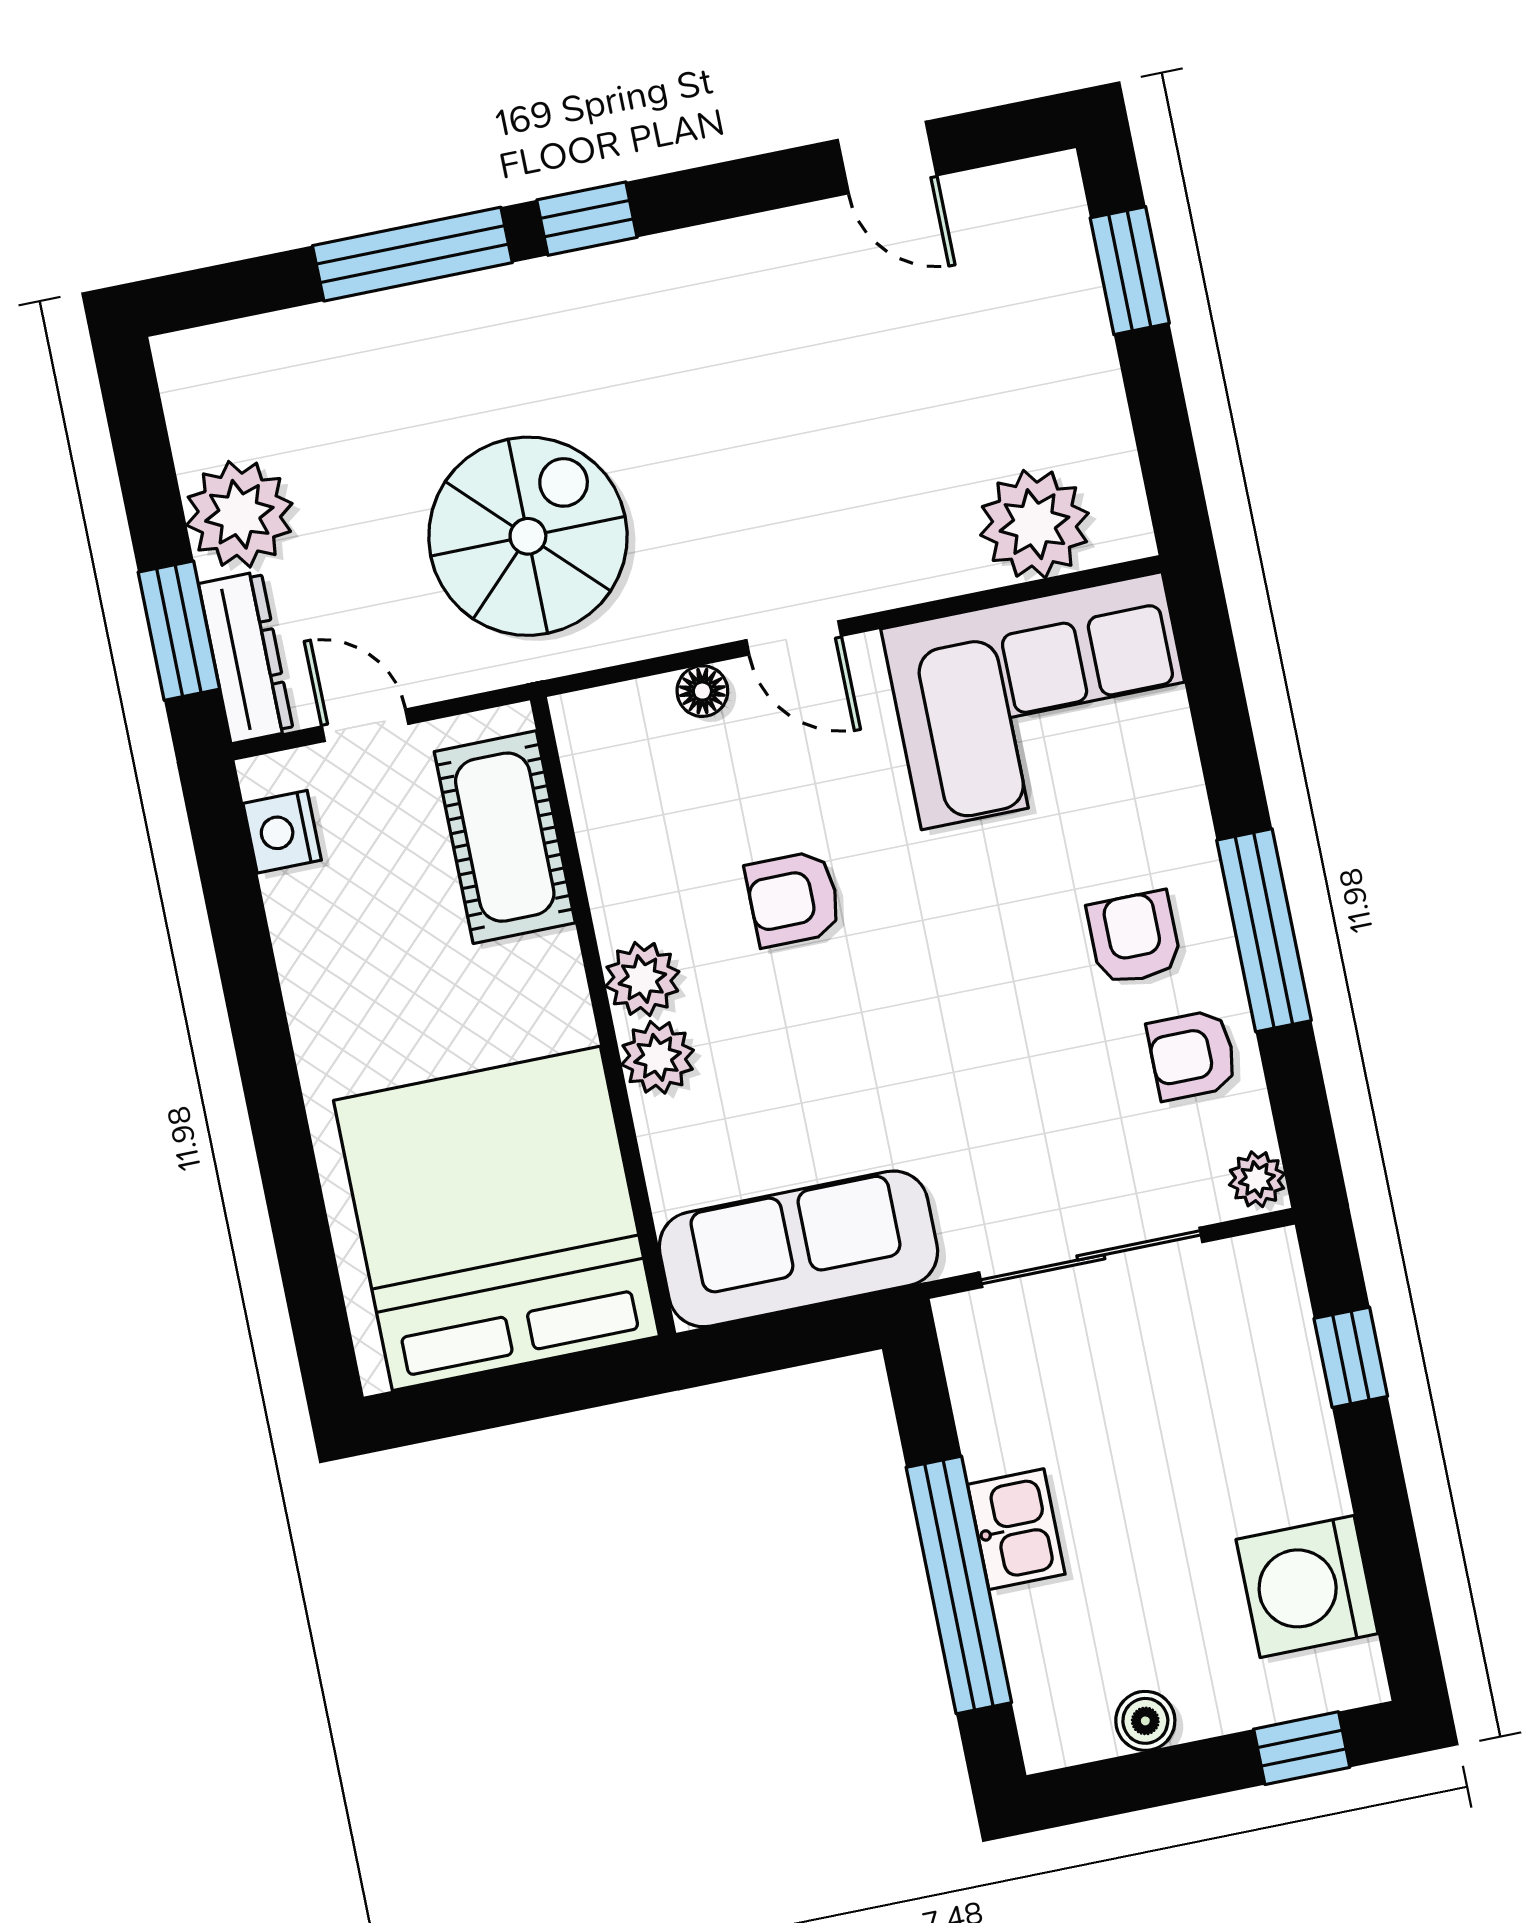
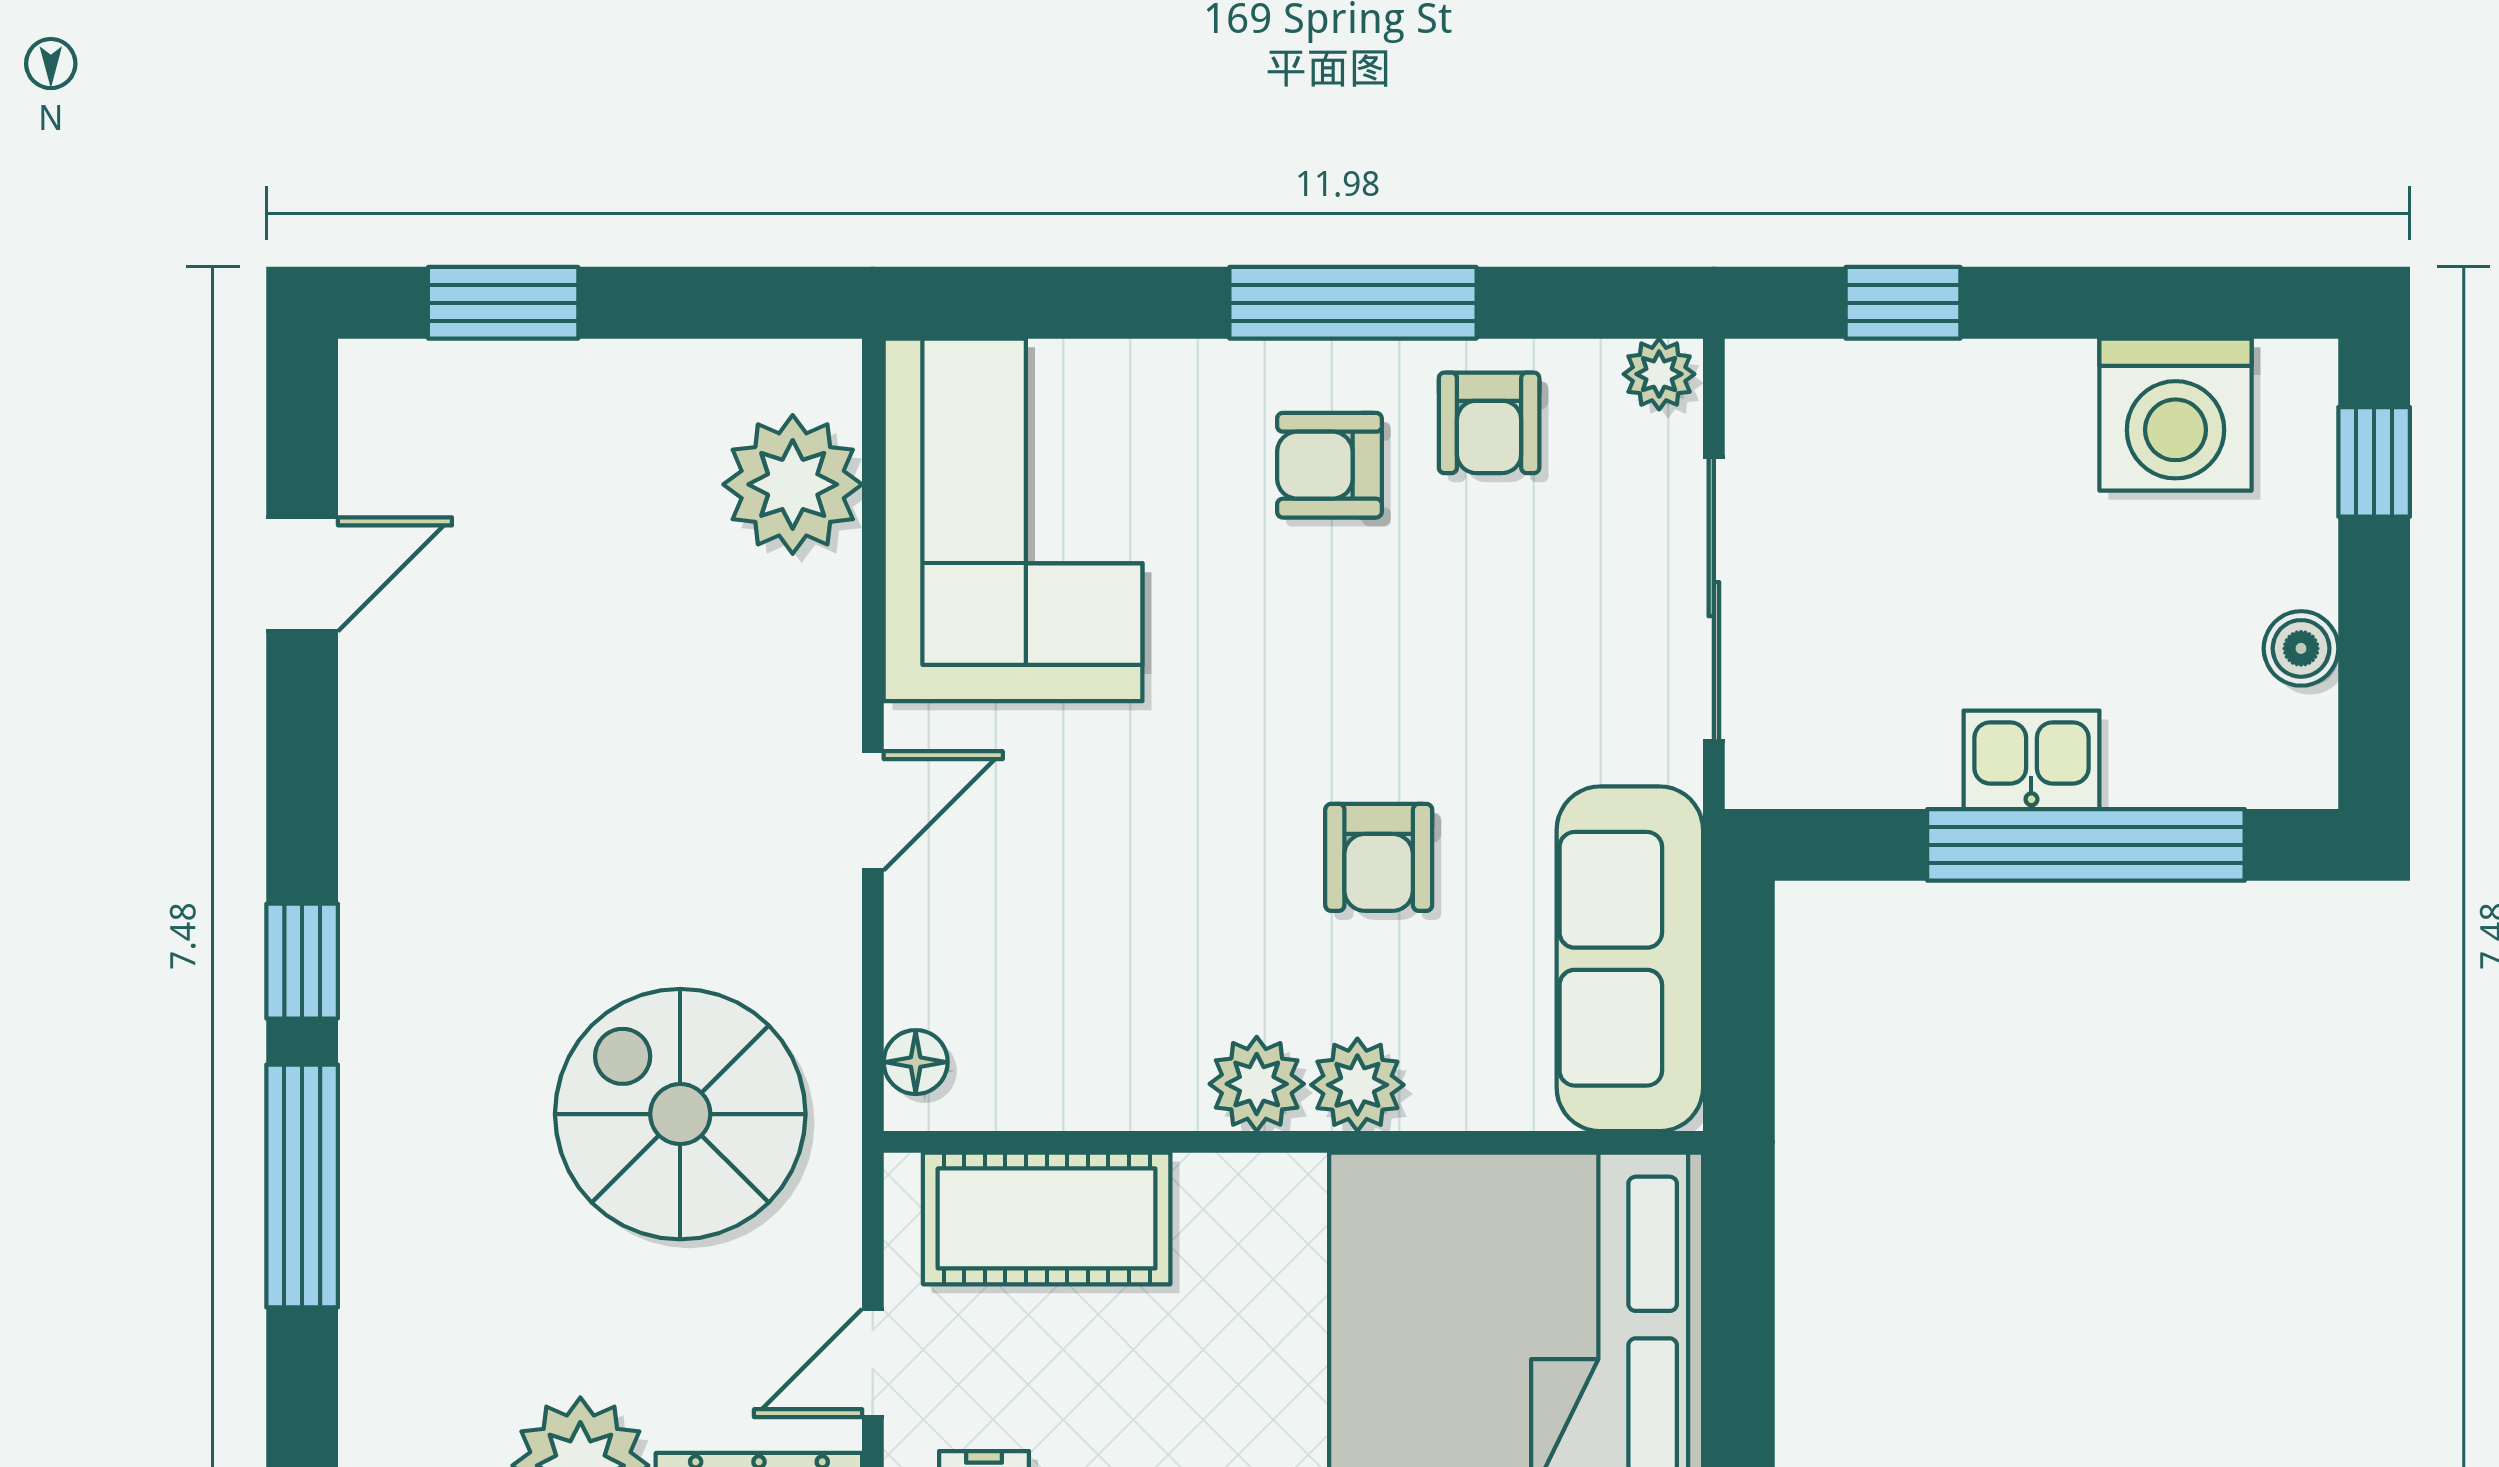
floor lamp: (702, 691) -> (916, 1062), moved
armchair: (793, 899) -> (1379, 857), moved

